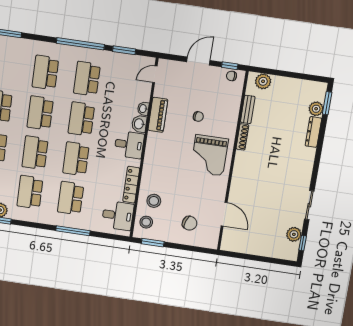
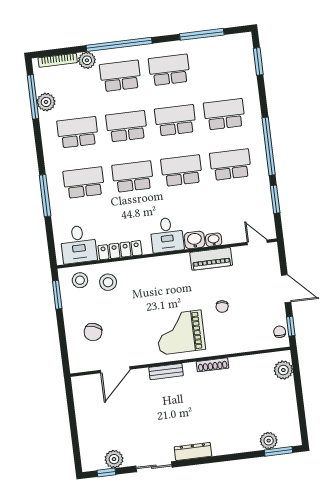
bench: (248, 109) -> (166, 372), moved
dresser: (313, 132) -> (193, 451), moved

